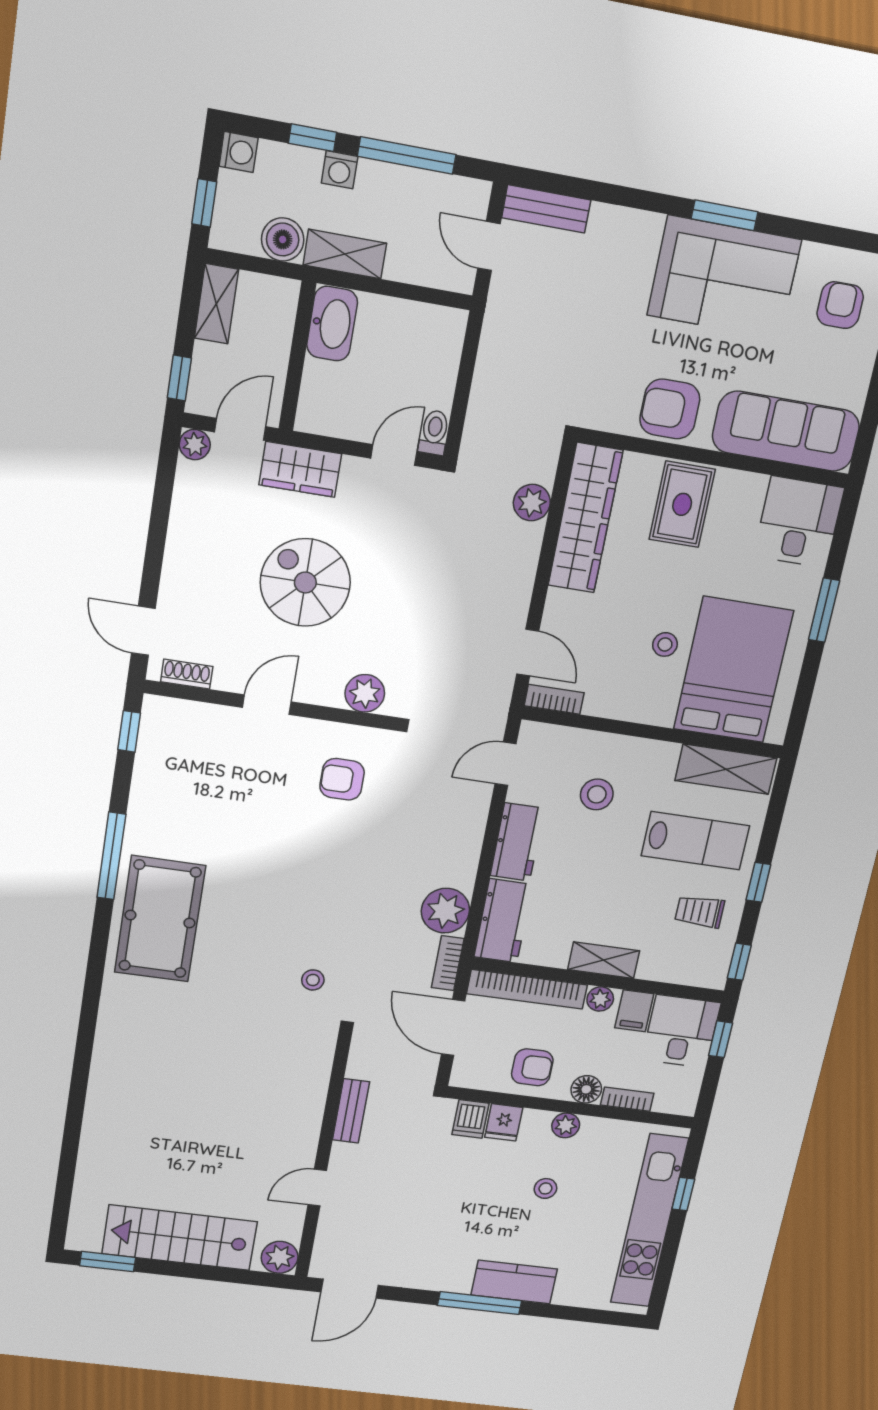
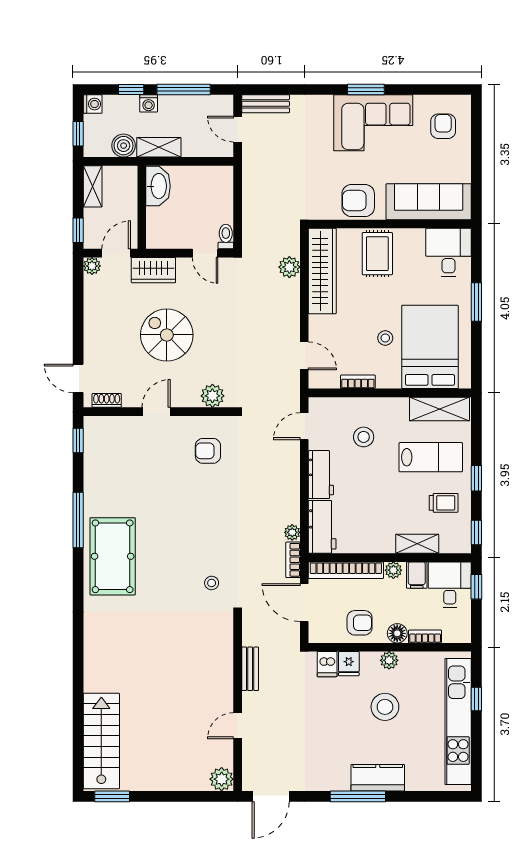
door: (394, 455) -> (205, 253), swing flipped
bookcase: (554, 699) -> (358, 382), moved
plant: (445, 911) -> (292, 532), width x0.53, depth x0.53
trolley: (700, 912) -> (444, 503), turned 180
shelving: (604, 960) -> (417, 544), moved
stool: (545, 1188) -> (385, 707), width x1.89, depth x1.89
stairs: (180, 1238) -> (101, 741), moved, turned 90

